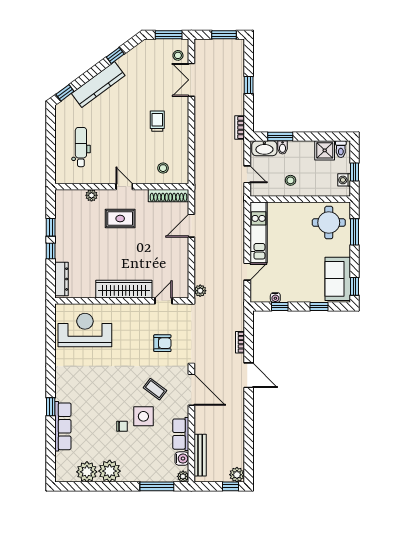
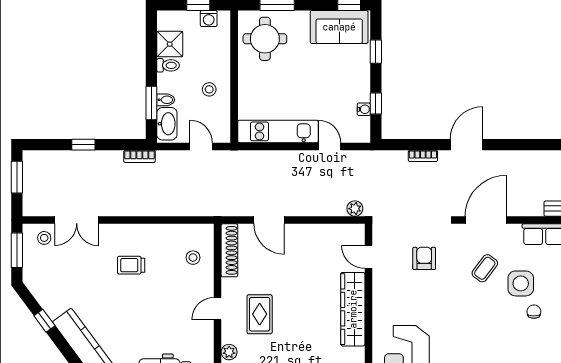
toilet: (341, 149) -> (168, 65), moved
door: (247, 174) -> (201, 146), hinge flipped

